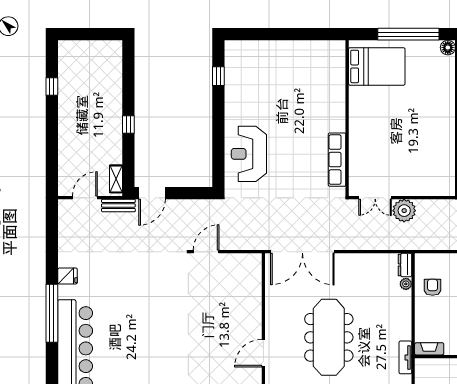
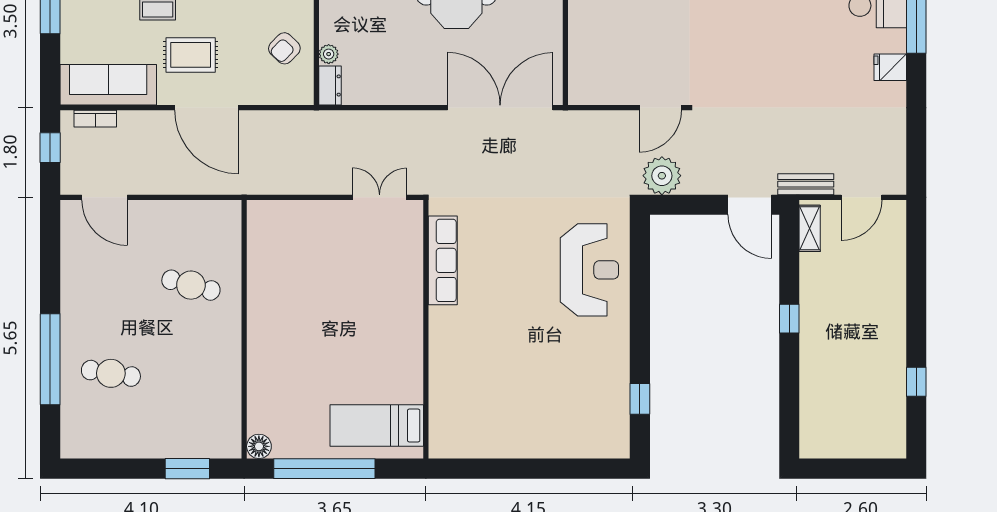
bed: (377, 66) -> (377, 425), width x0.67
door: (152, 193) -> (750, 205), swing flipped
plant: (404, 211) -> (662, 176), moved
armchair: (432, 287) -> (284, 48), turned 44

